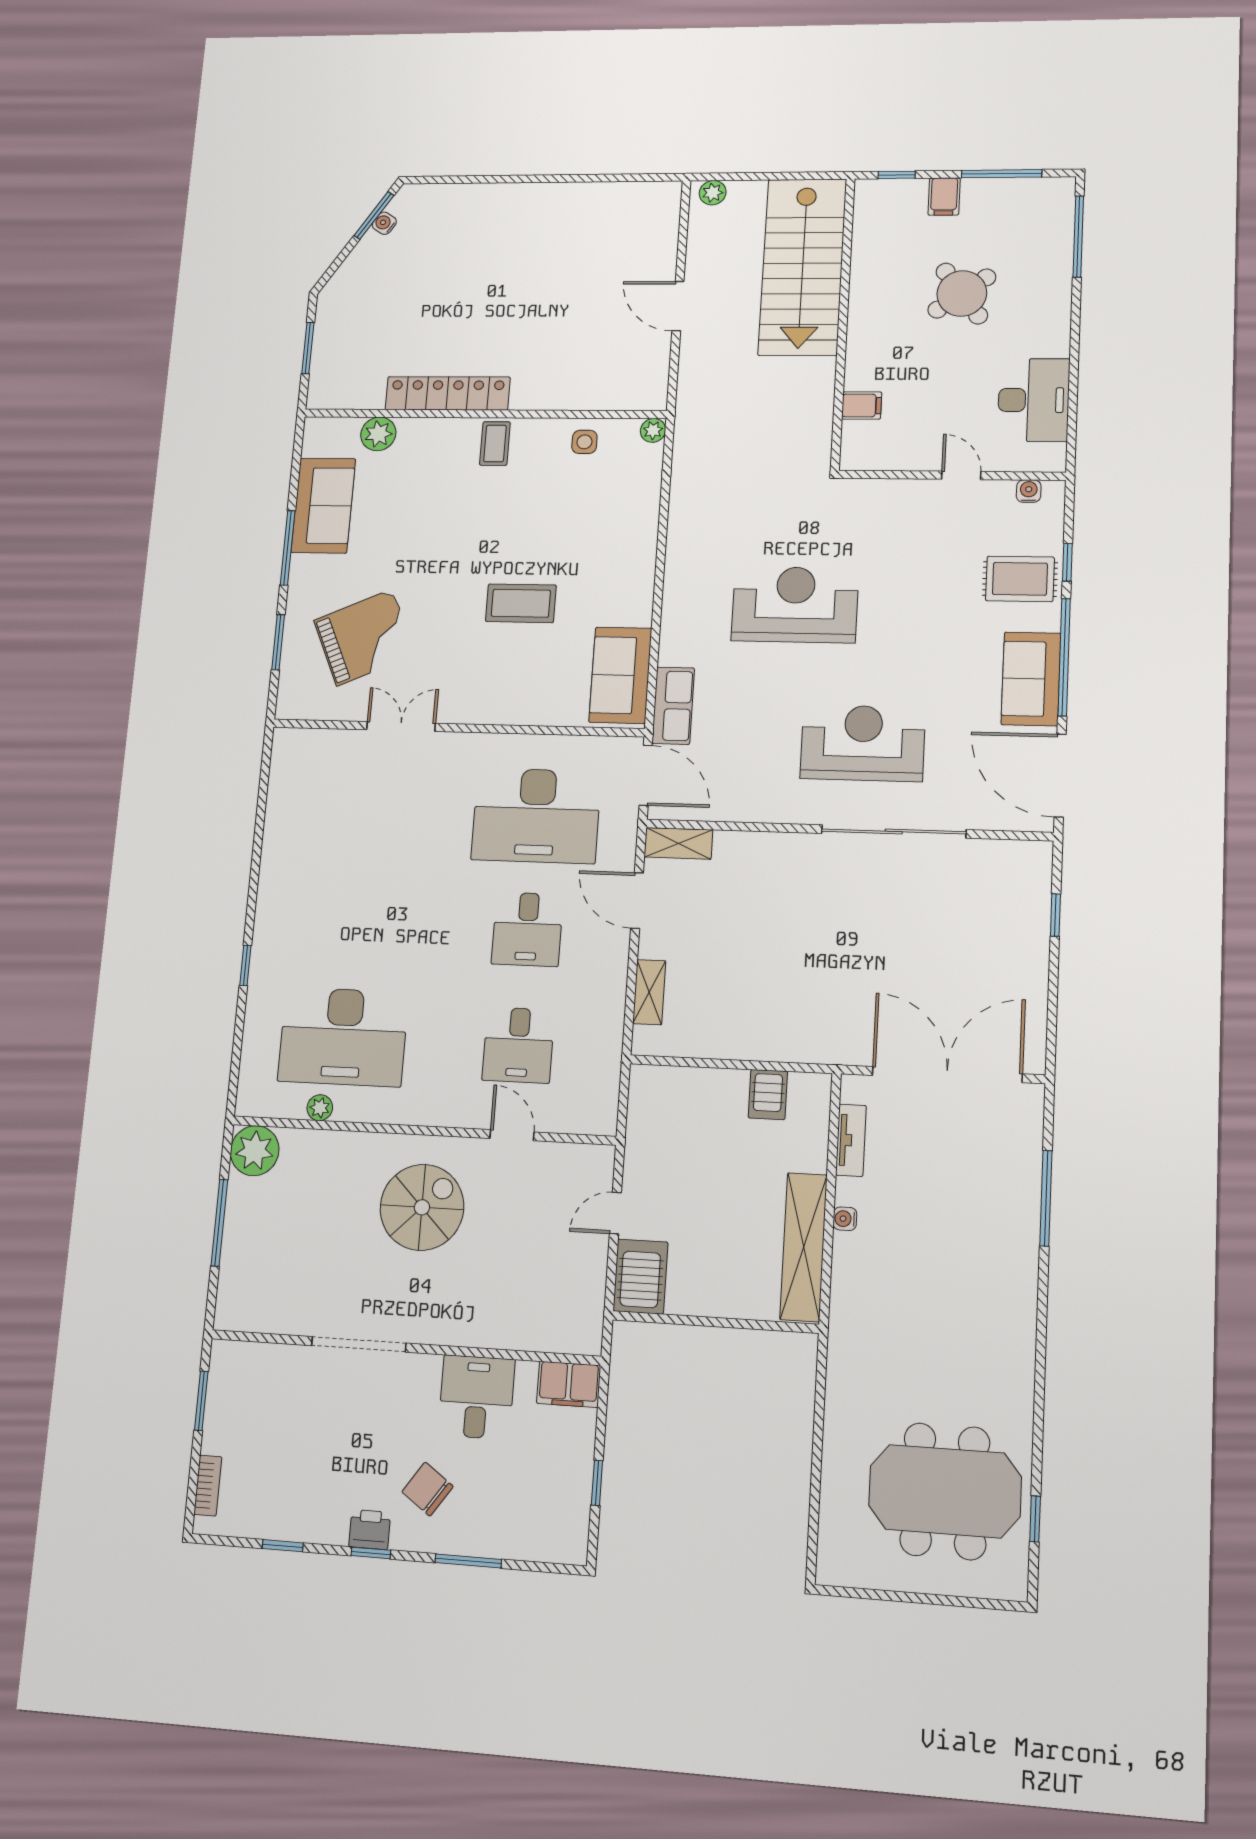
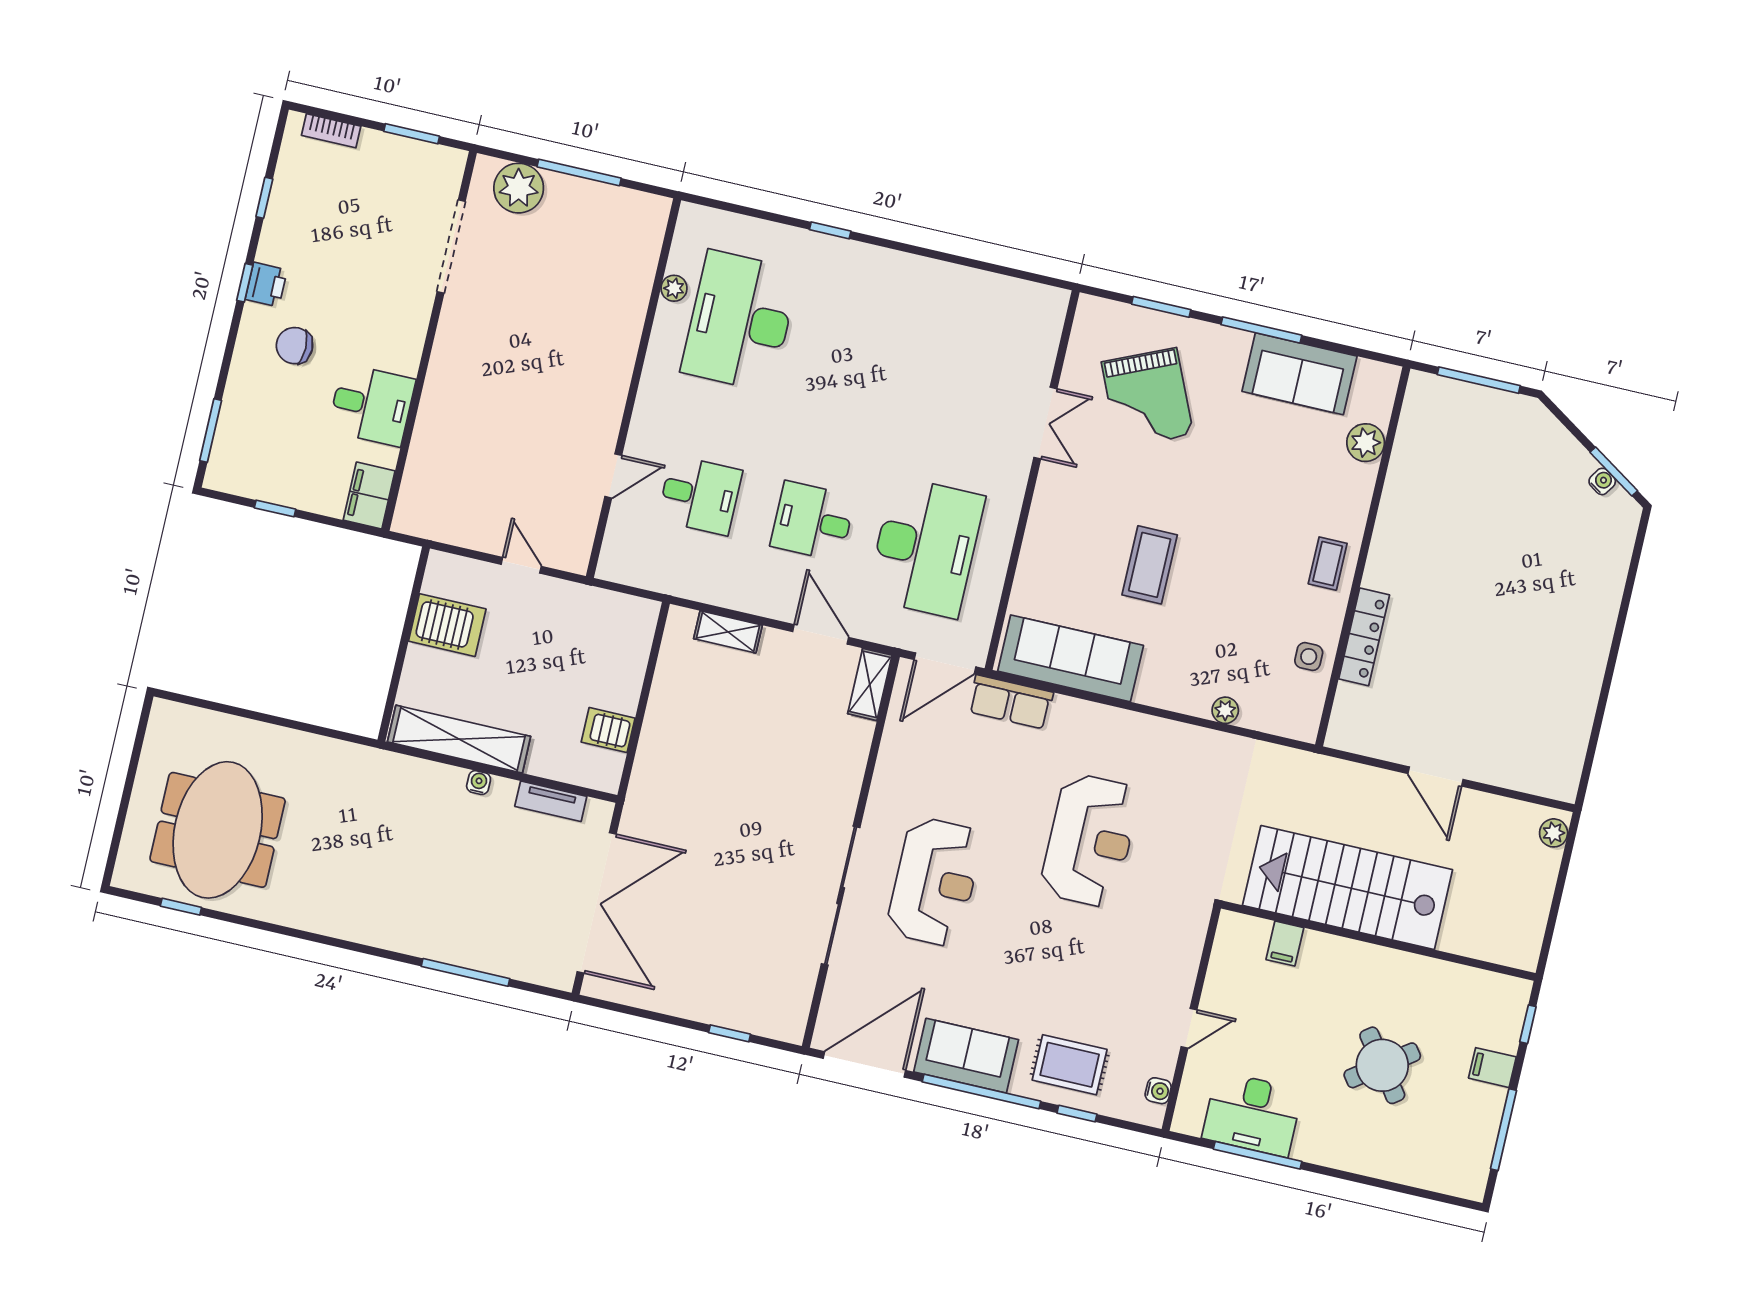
window: (1078, 237) -> (1258, 1155), moved
stairs: (803, 267) -> (1348, 887), moved
door: (678, 306) -> (1436, 776), swing flipped
window: (308, 348) -> (1479, 380), width x1.44
locker: (448, 393) -> (1364, 637), moved, width x0.71, depth x0.83
plant: (653, 430) -> (1225, 710), moved
coffee table: (495, 443) -> (1328, 564), turned 90
rug: (1020, 579) -> (1070, 1065), turned 90
sofa: (620, 675) -> (1071, 658), width x1.36
desk: (536, 816) -> (926, 547), turned 180
door: (637, 901) -> (821, 634), hinge flipped
desk: (518, 1045) -> (700, 495), turned 180
plant: (255, 1151) -> (519, 188), moved
spiral stairs: (422, 1207) -> (559, 377), removed
server rack: (640, 1277) -> (447, 625), moved
doorway: (359, 1344) -> (451, 247), moved
chair: (428, 1489) -> (294, 346), turned -125
window: (468, 1561) -> (211, 430), moved

